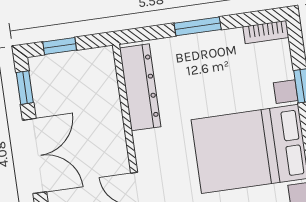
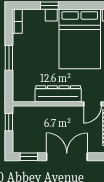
window: (60, 46) -> (9, 122), moved
dresser: (140, 87) -> (58, 94), moved

